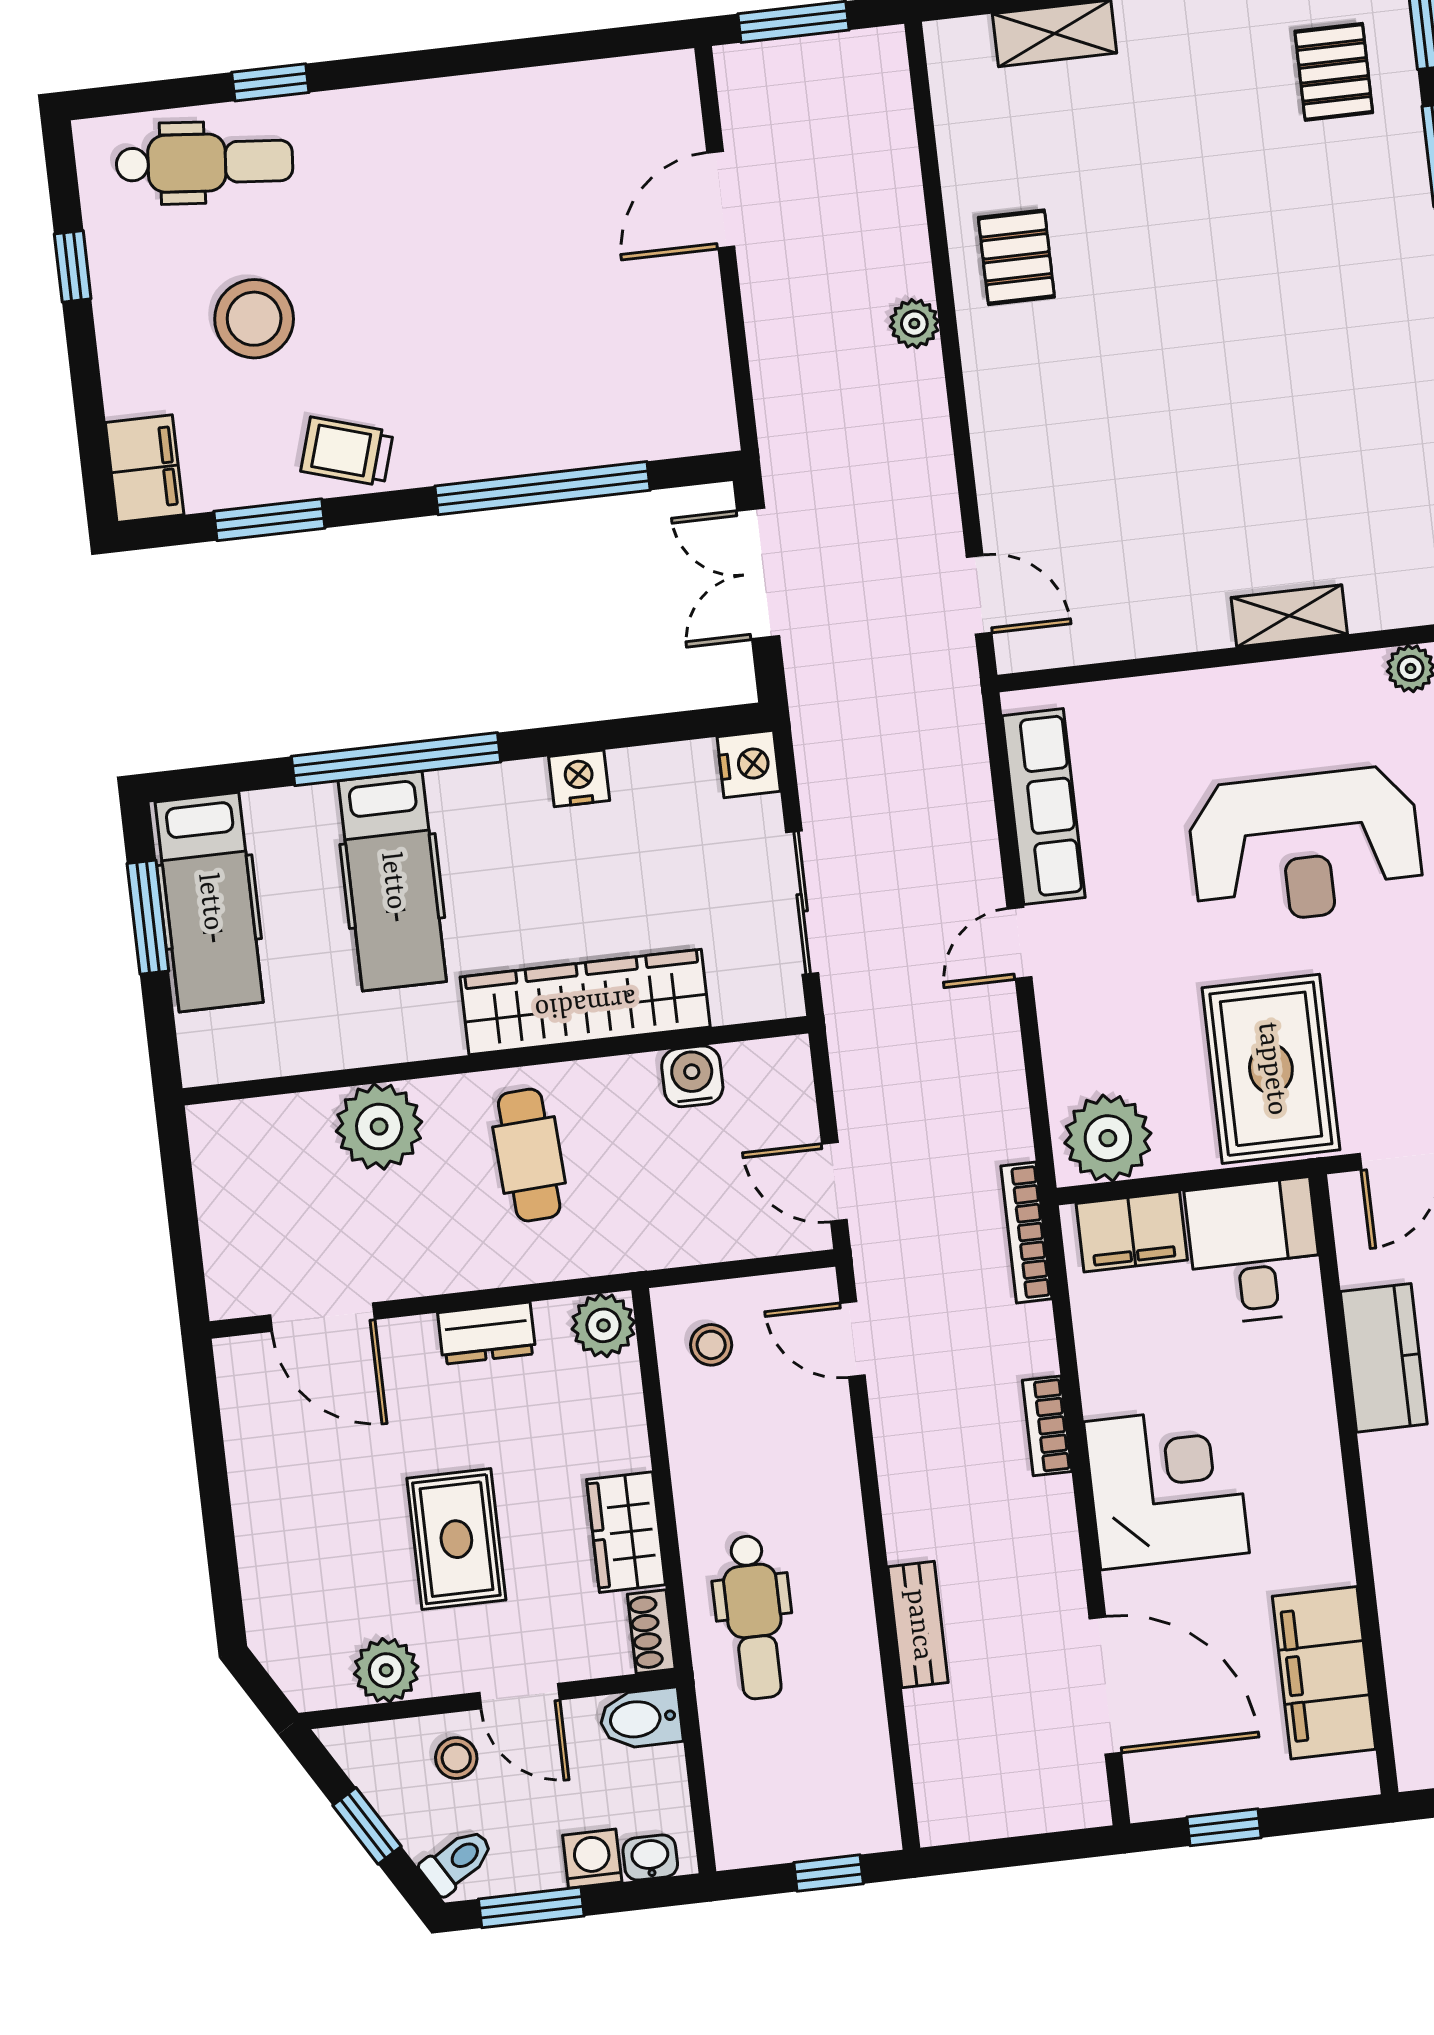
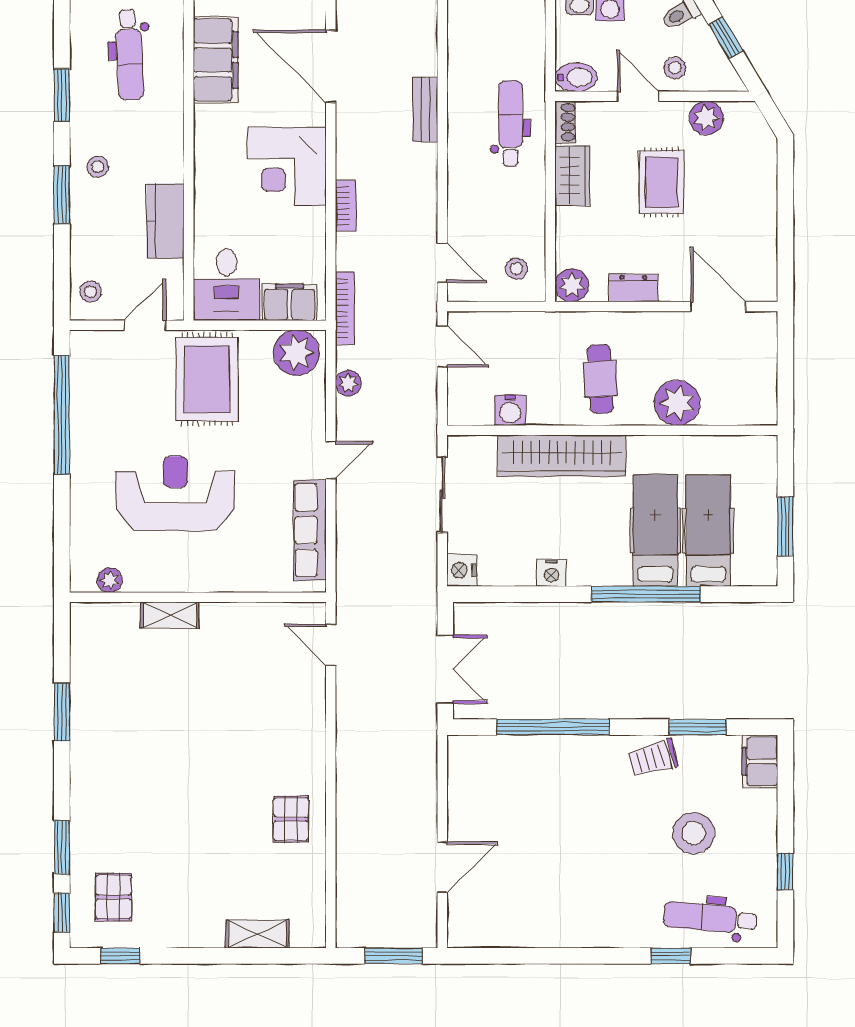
plant: (914, 324) -> (348, 383), moved
trolley: (347, 452) -> (653, 758), turned 147
hospital bed: (209, 902) -> (708, 531), moved

